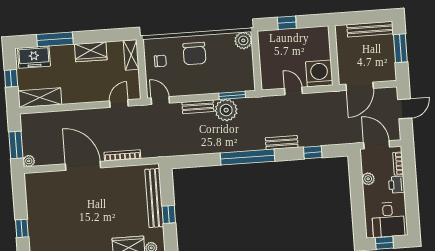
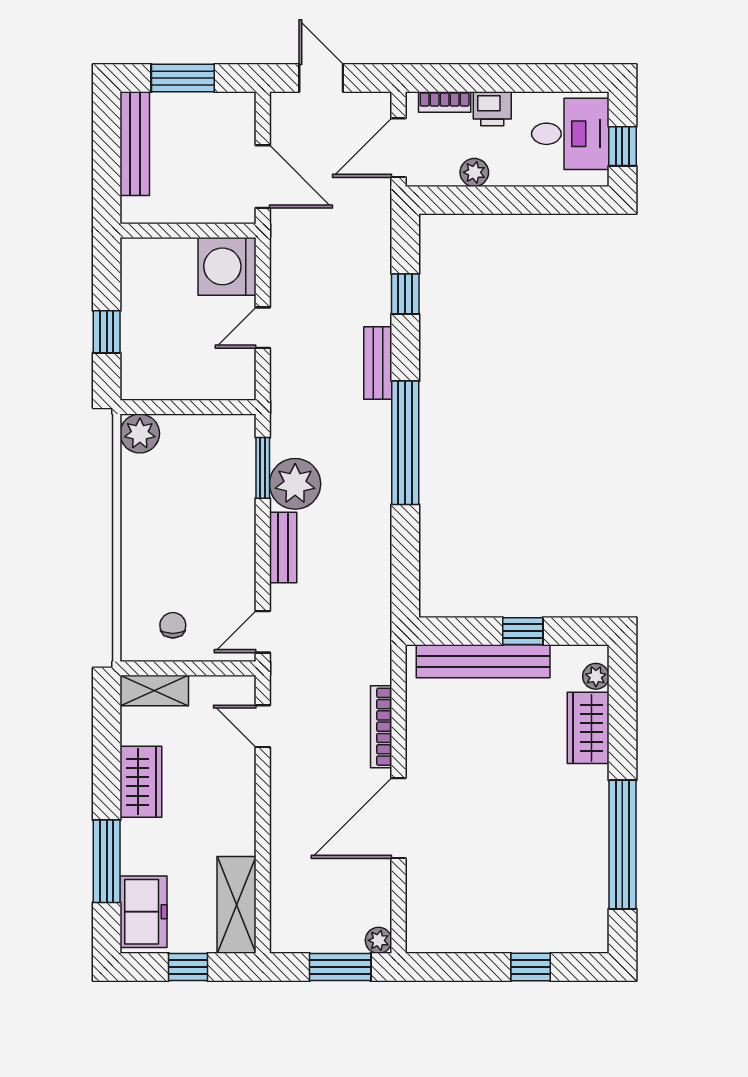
chair: (194, 54) -> (162, 547), removed

